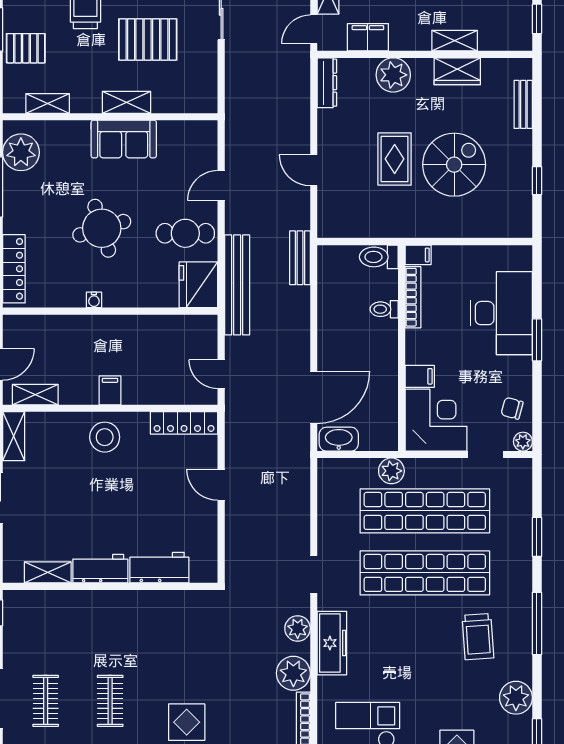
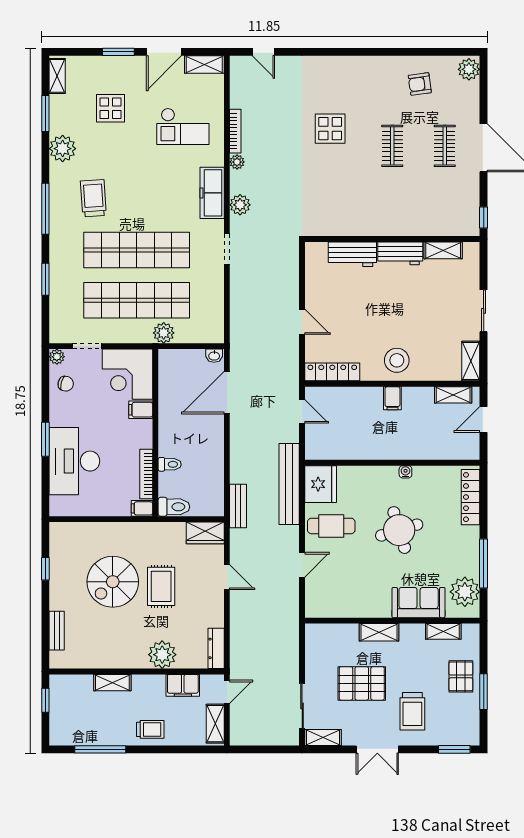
pallet: (26, 48) -> (461, 676), turned 90
wardrobe: (457, 71) -> (205, 533), moved, turned 180
sofa: (124, 139) -> (419, 603), moved
washbasin: (339, 439) -> (214, 356), width x0.52, depth x0.69
plant: (293, 673) -> (237, 162), width x0.53, depth x0.53

